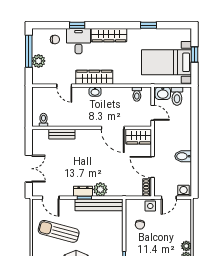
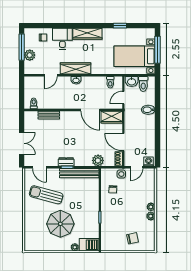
window: (77, 25) -> (61, 26), removed
window: (194, 54) -> (158, 50), width x2.17
door: (64, 86) -> (51, 75), hinge flipped
door: (153, 113) -> (123, 98), swing flipped
bidet: (183, 156) -> (148, 110), moved
plant: (100, 189) -> (98, 160), moved

